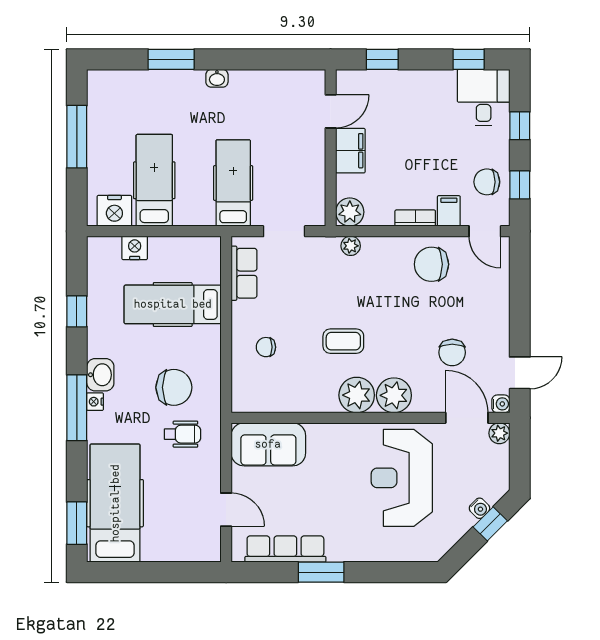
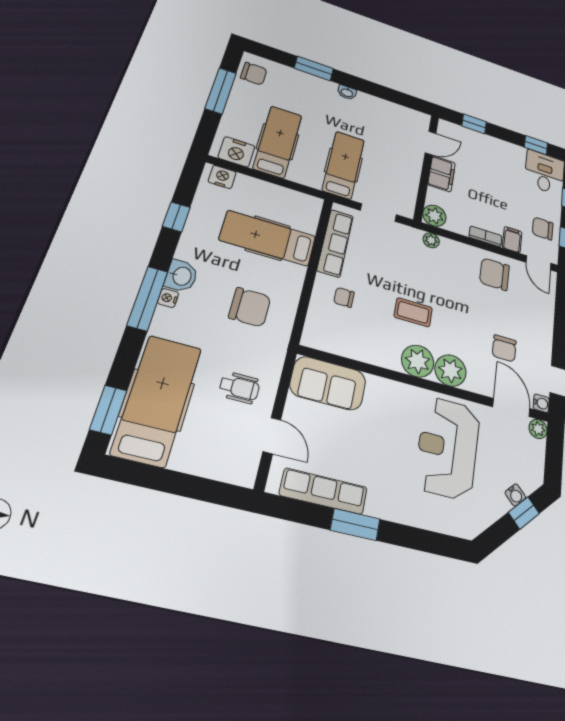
chair: (106, 97) -> (254, 74), added
nightstand: (135, 248) -> (222, 177), moved
row of seats: (244, 273) -> (335, 243), width x1.48
wheelchair: (183, 434) -> (239, 388), moved

